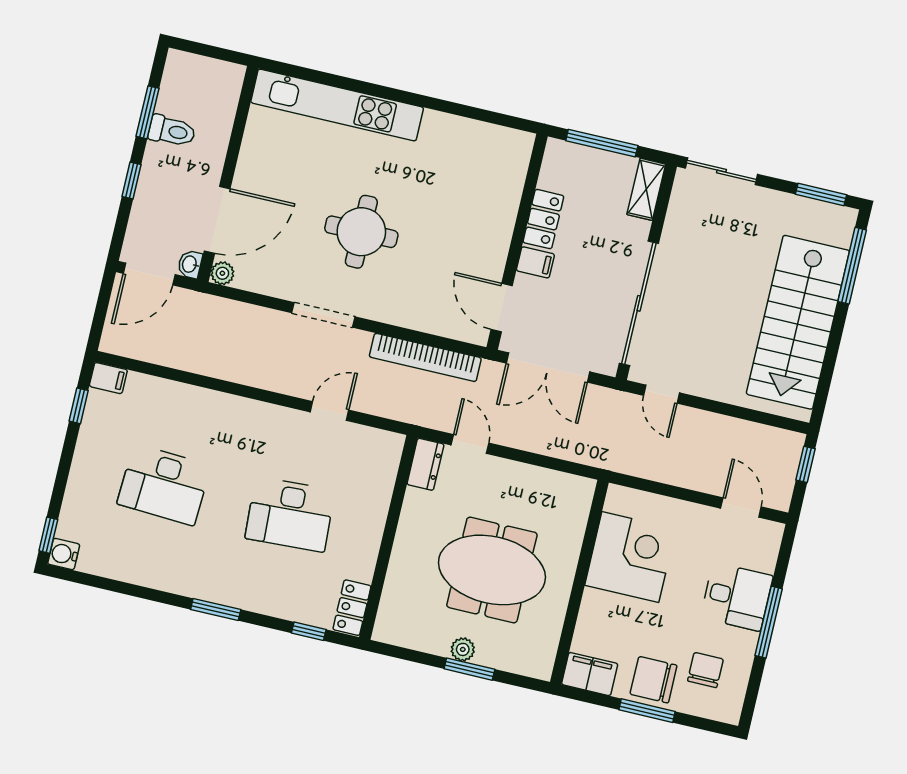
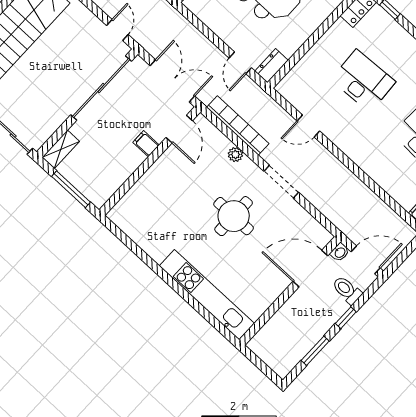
toilet: (172, 131) -> (347, 290), moved
locker: (543, 219) -> (128, 165), removed
plant: (222, 273) -> (235, 155), moved

